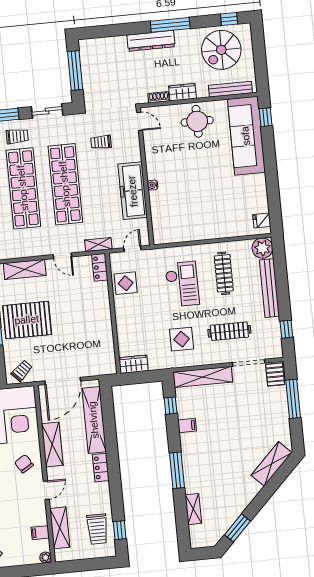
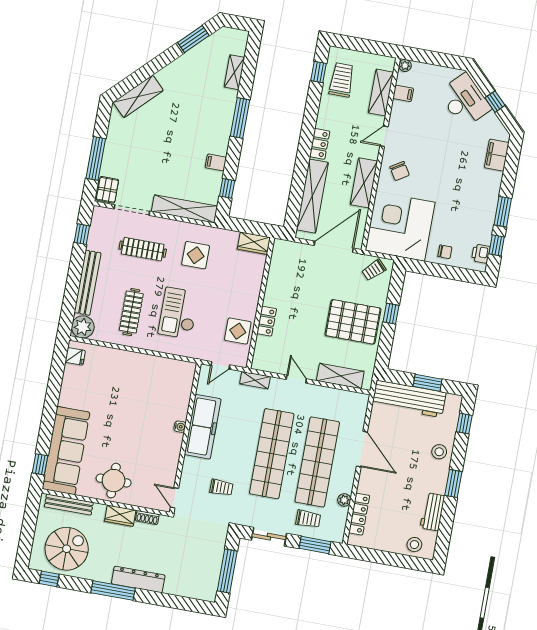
trolley: (17, 136) -> (308, 519), turned 180
locker: (100, 267) -> (267, 321), moved

